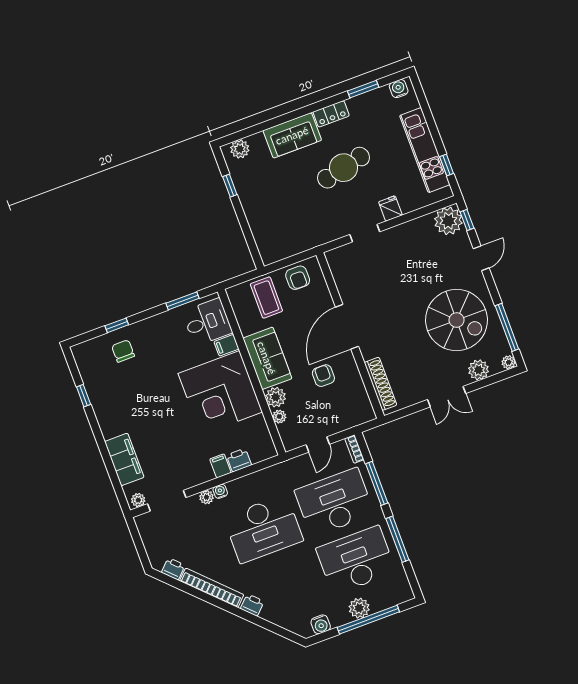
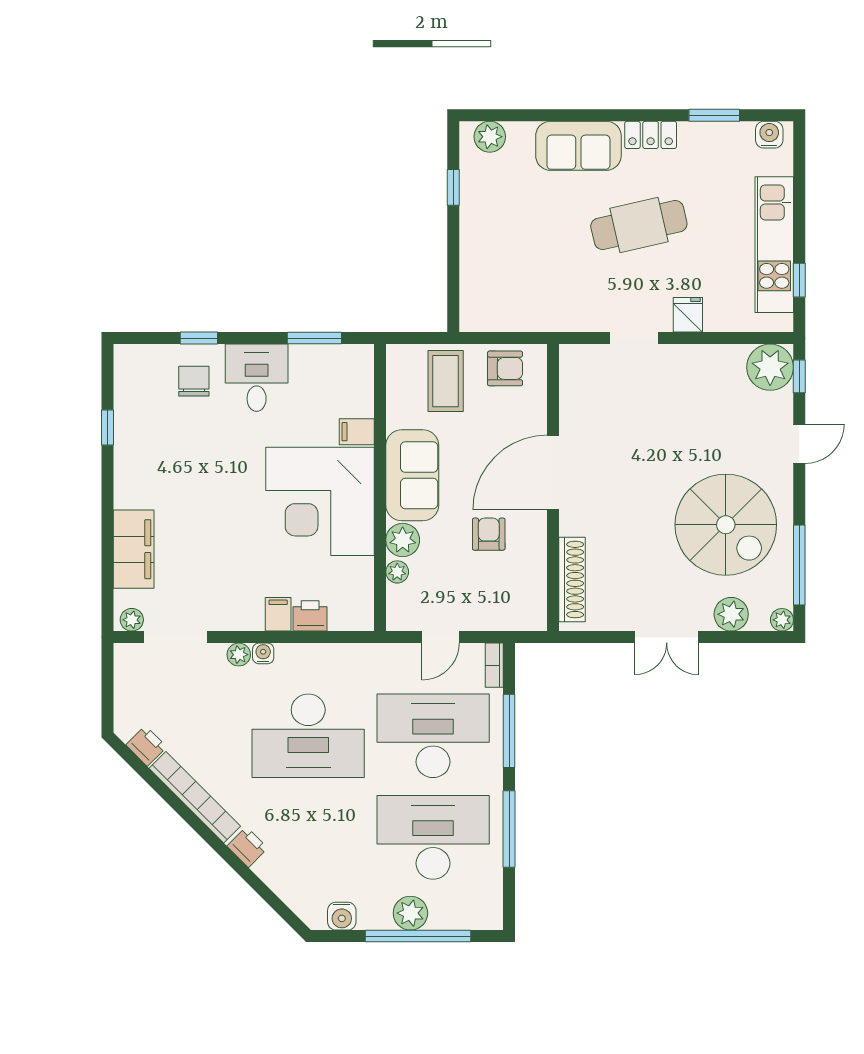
armchair: (298, 278) -> (505, 368), turned -90
desk: (207, 322) -> (257, 378), moved, turned -90

